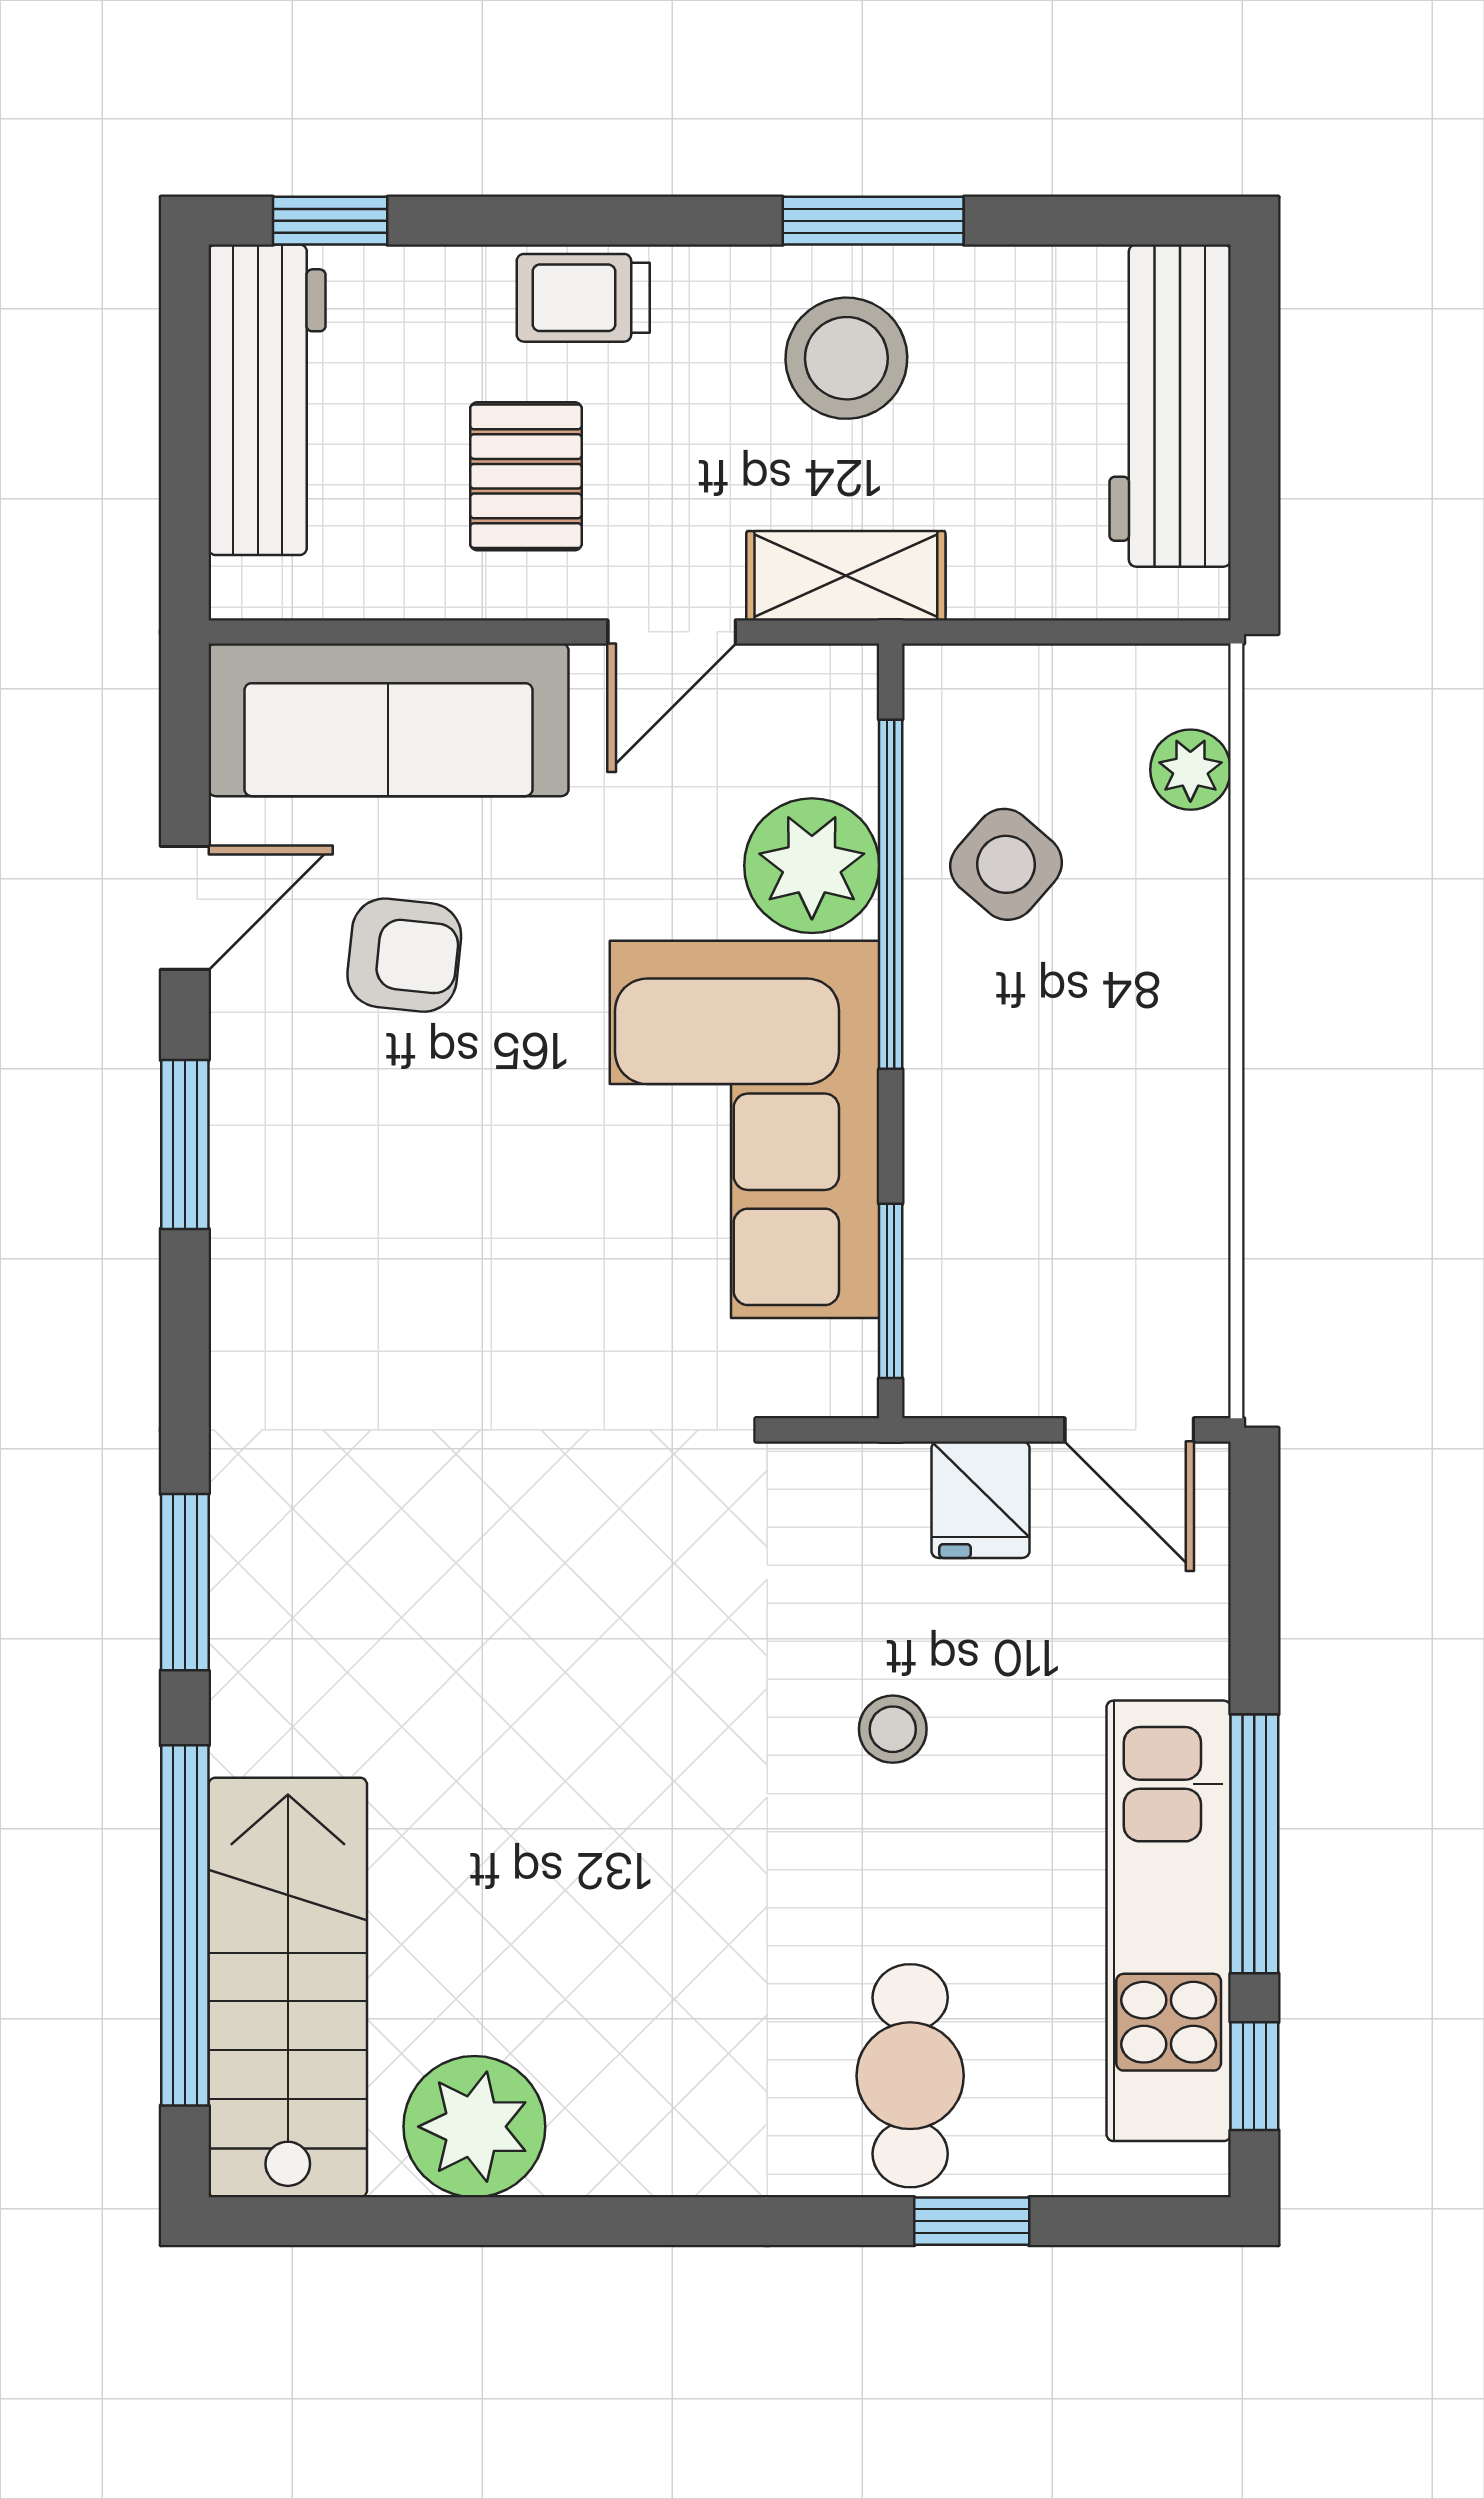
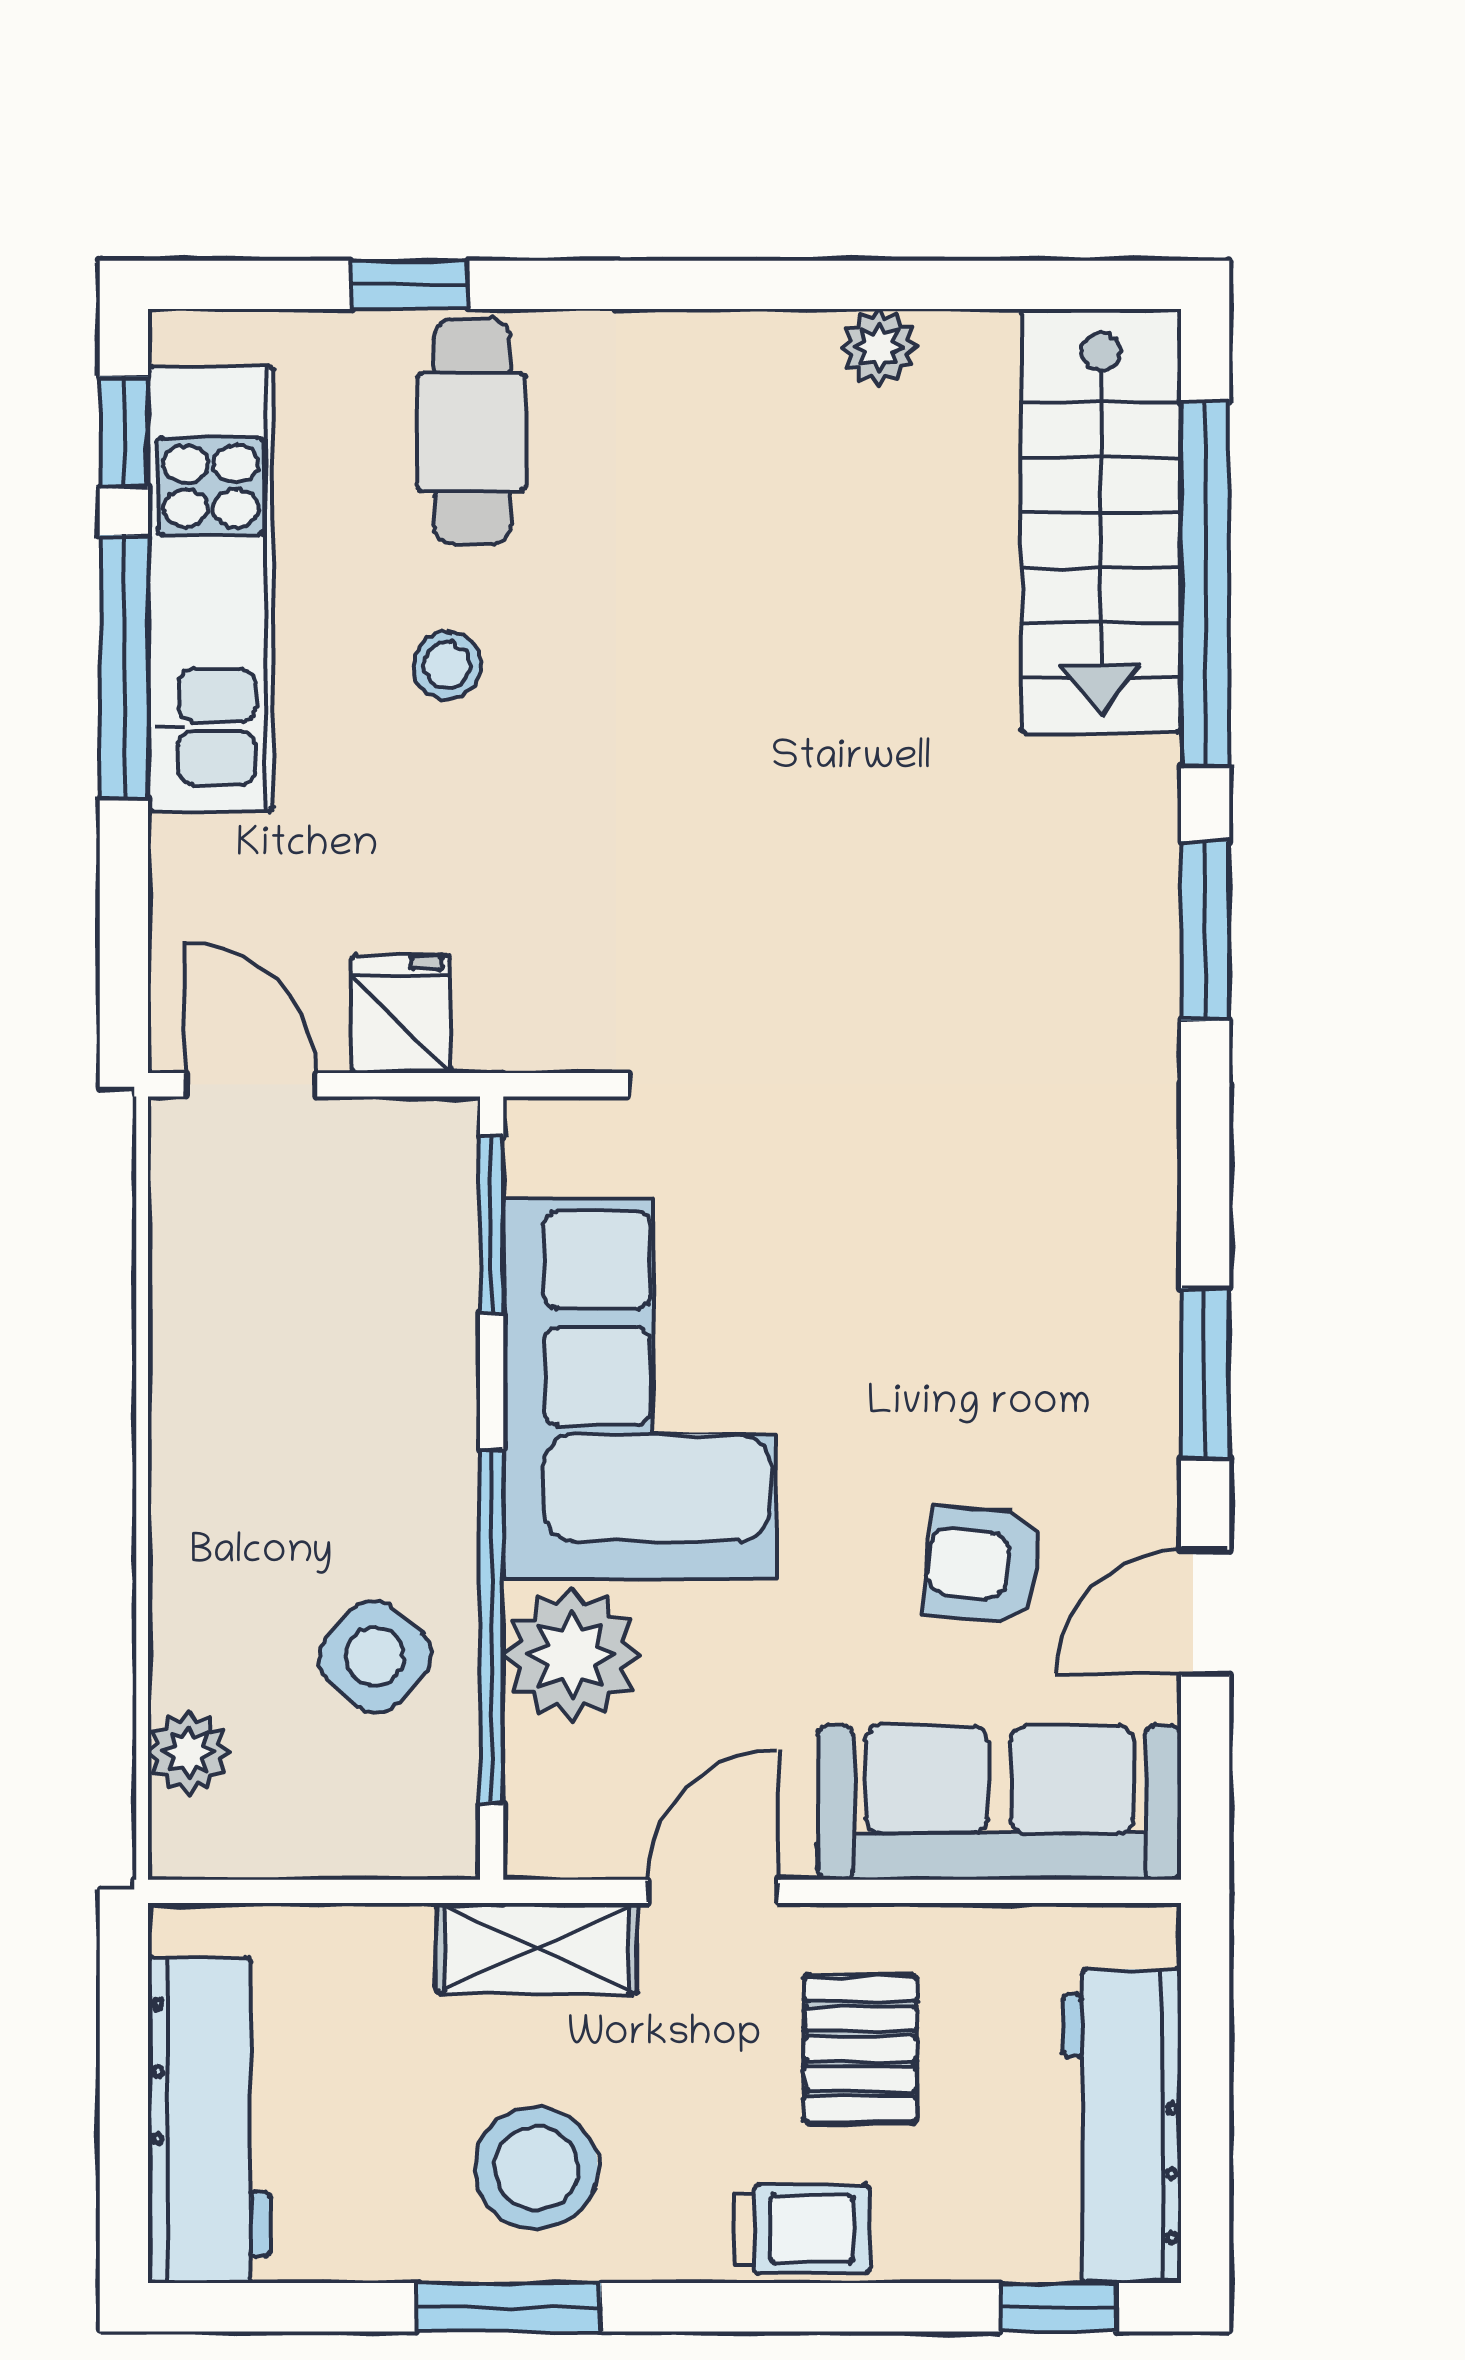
stool: (893, 1729) -> (447, 666), moved
plant: (474, 2127) -> (879, 347), width x0.53, depth x0.53

